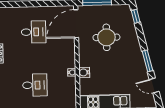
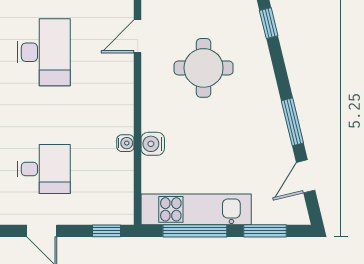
door: (76, 24) -> (138, 36), width x0.53
desk: (34, 32) -> (44, 52), width x1.37
door: (154, 86) -> (306, 176), hinge flipped

